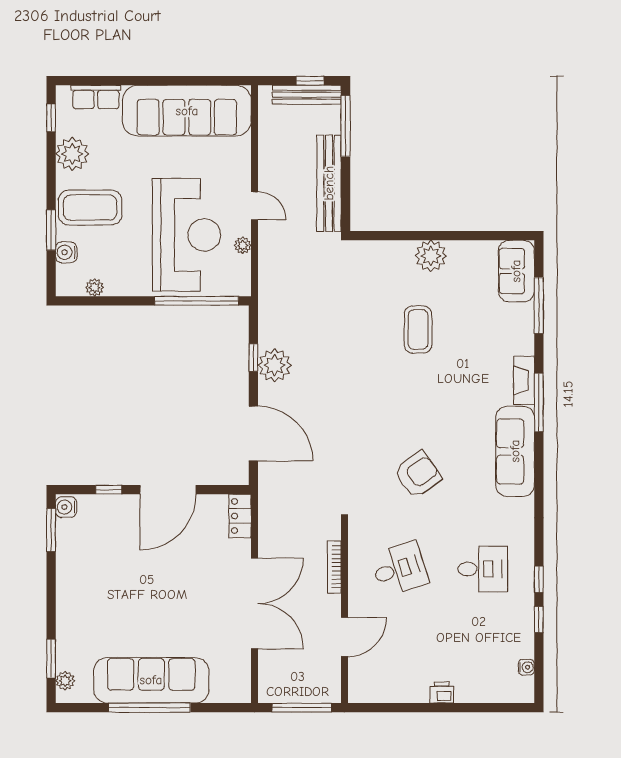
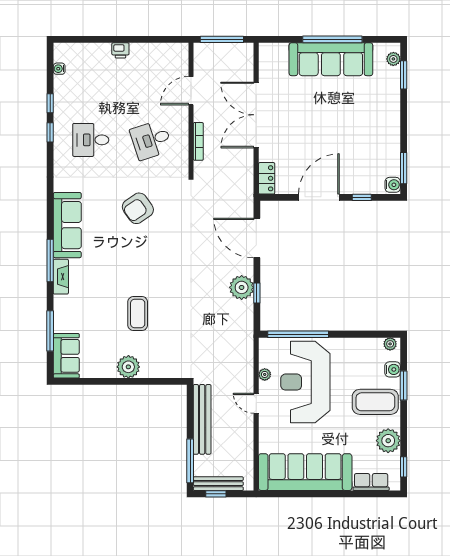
plant: (95, 287) -> (390, 344), moved

